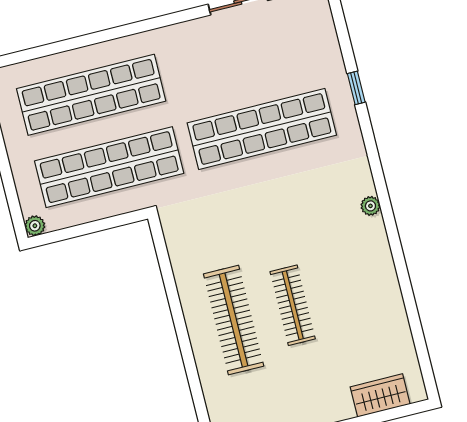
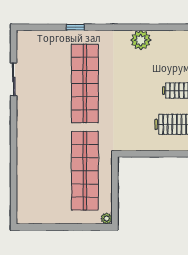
shop shelf: (91, 95) -> (44, 171), removed
plant: (370, 206) -> (141, 40), width x1.88, depth x1.88

